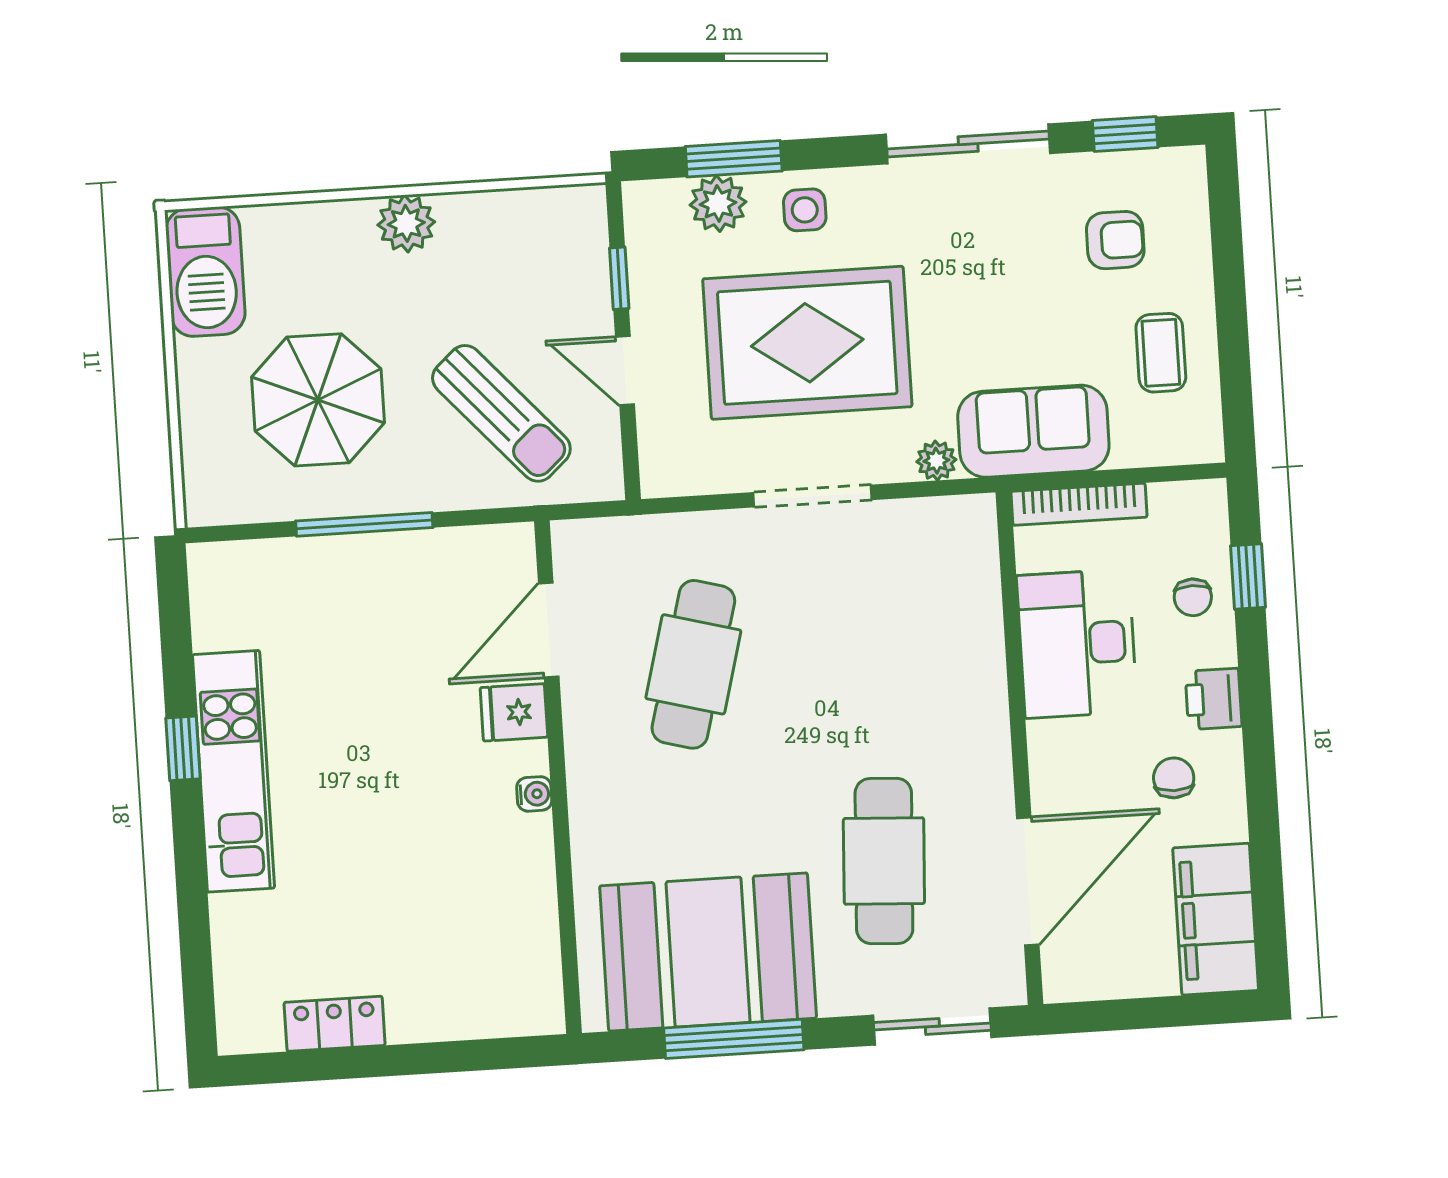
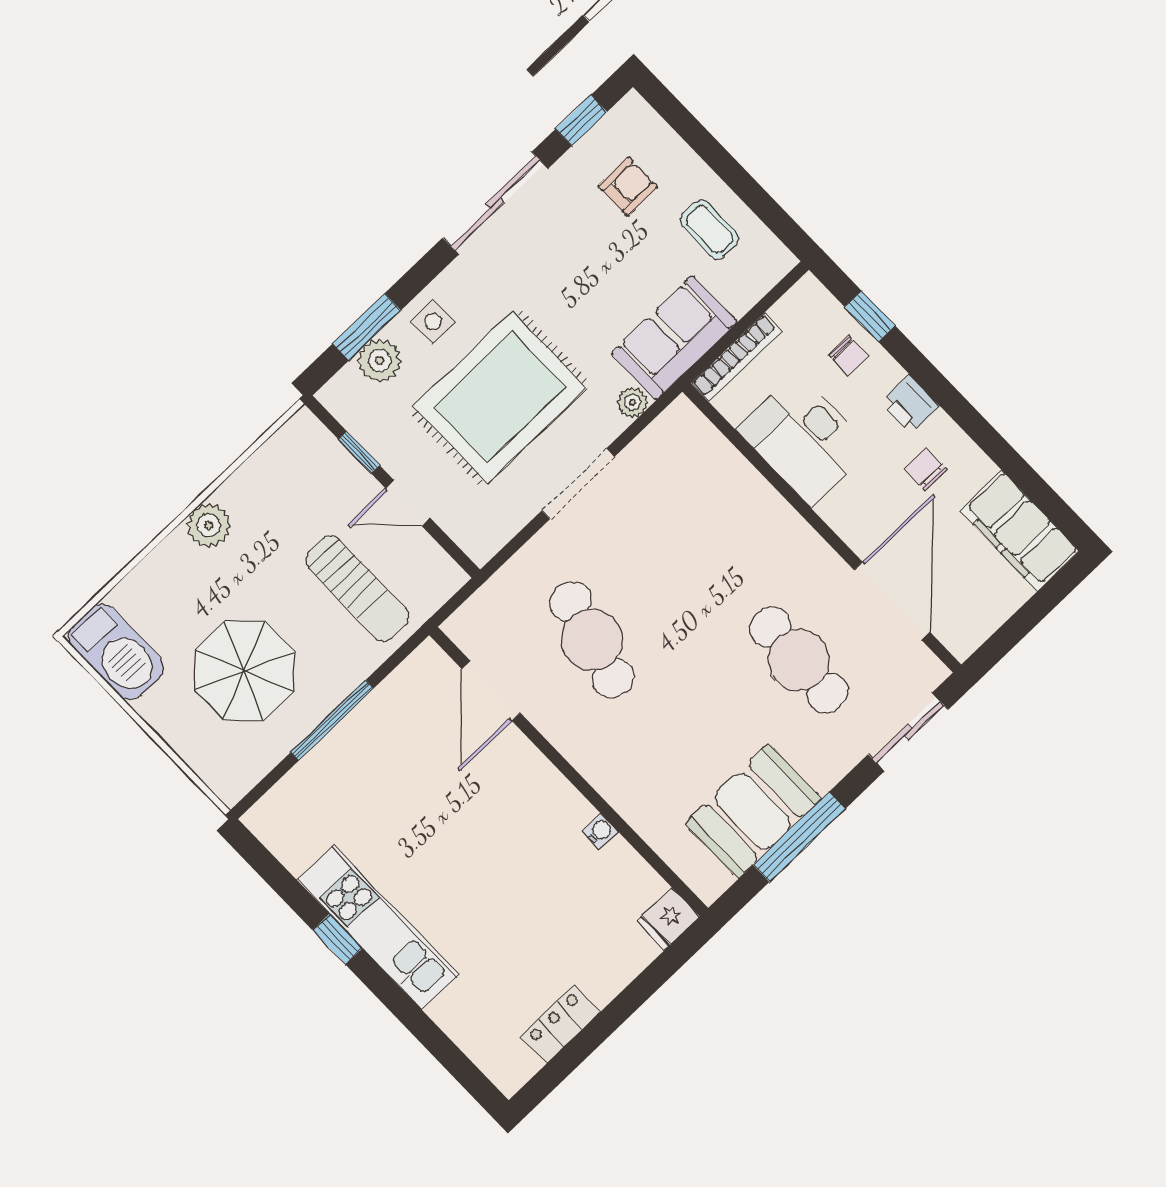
sun lounger: (501, 413) -> (357, 589), turned 42
fridge: (514, 712) -> (668, 918), moved
water cooler: (534, 794) -> (600, 831), moved
booth: (708, 952) -> (753, 811), width x0.73, depth x0.70

